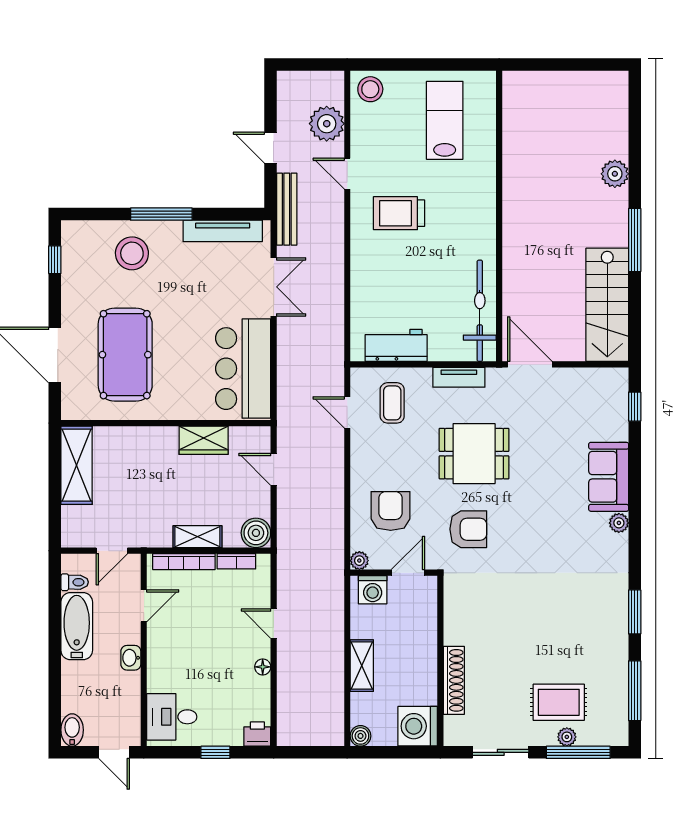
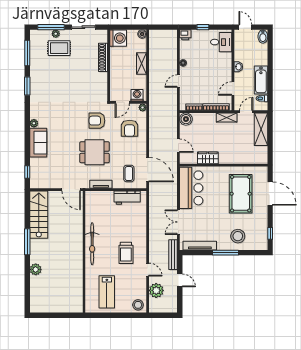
trolley: (399, 213) -> (126, 253), turned 90
bicycle: (480, 311) -> (92, 244), moved
door: (347, 412) -> (148, 170), width x1.88
shelving: (77, 465) -> (261, 129), moved
shelving: (197, 537) -> (227, 117), moved
door: (274, 624) -> (178, 81), swing flipped

